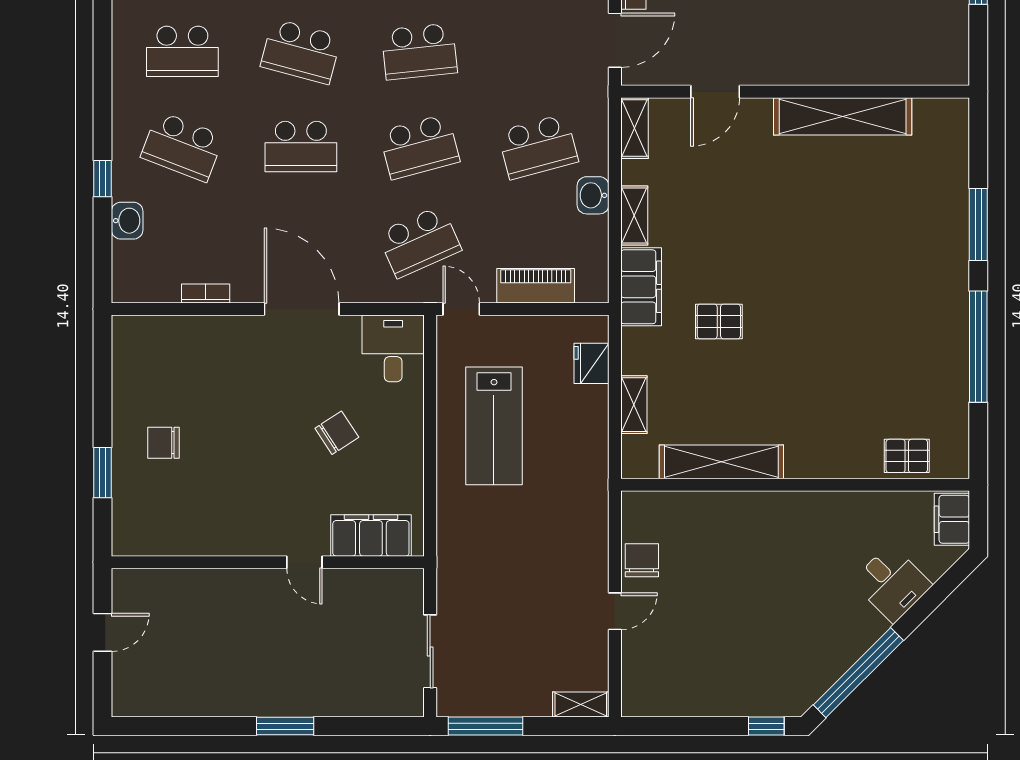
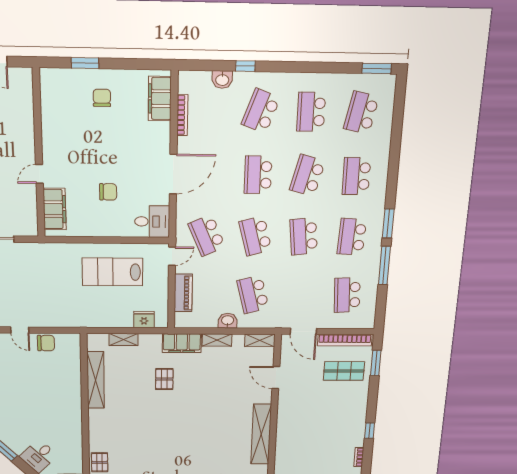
bookcase: (206, 293) -> (182, 115), width x1.56
filing cabinet: (163, 336) -> (160, 99), added
chair: (337, 433) -> (108, 192), turned -57

